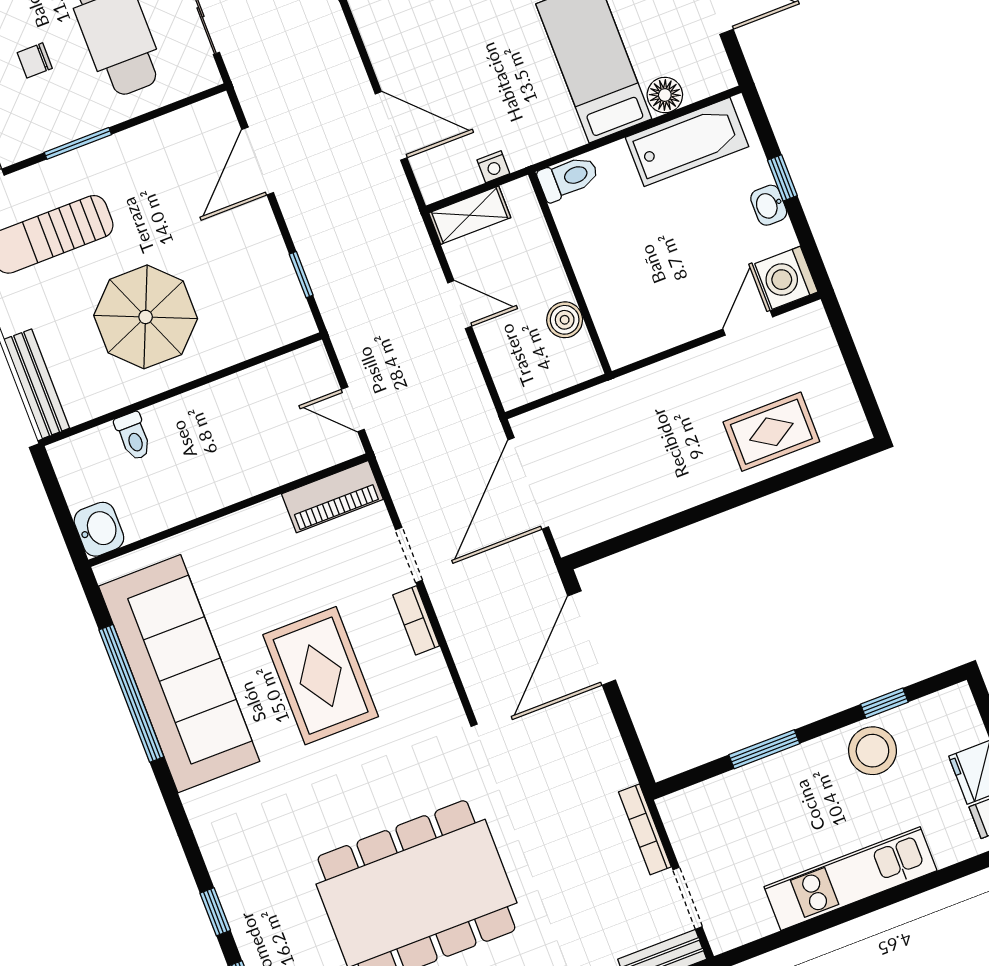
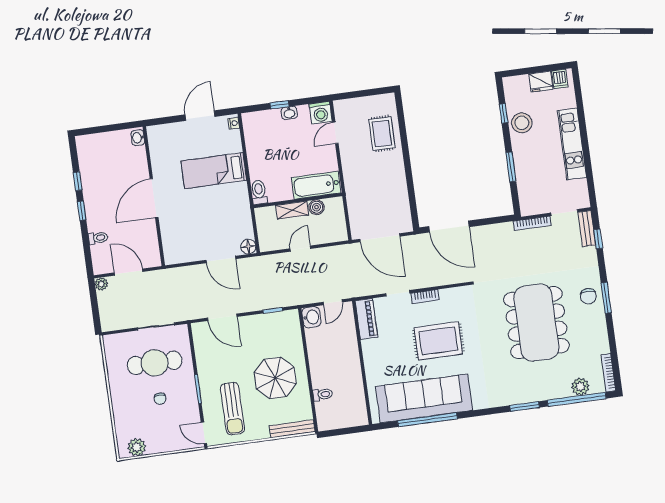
floor lamp: (665, 95) -> (248, 247), moved
door: (391, 126) -> (221, 259), swing flipped
bathtub: (687, 142) -> (316, 185), moved, turned -90
nightstand: (493, 167) -> (234, 123), moved
shelving: (470, 215) -> (292, 210), moved, turned 90
door: (748, 323) -> (335, 133), hinge flipped
washbasin: (99, 529) -> (311, 317), moved, turned 90
window: (215, 912) -> (525, 406), width x1.50

